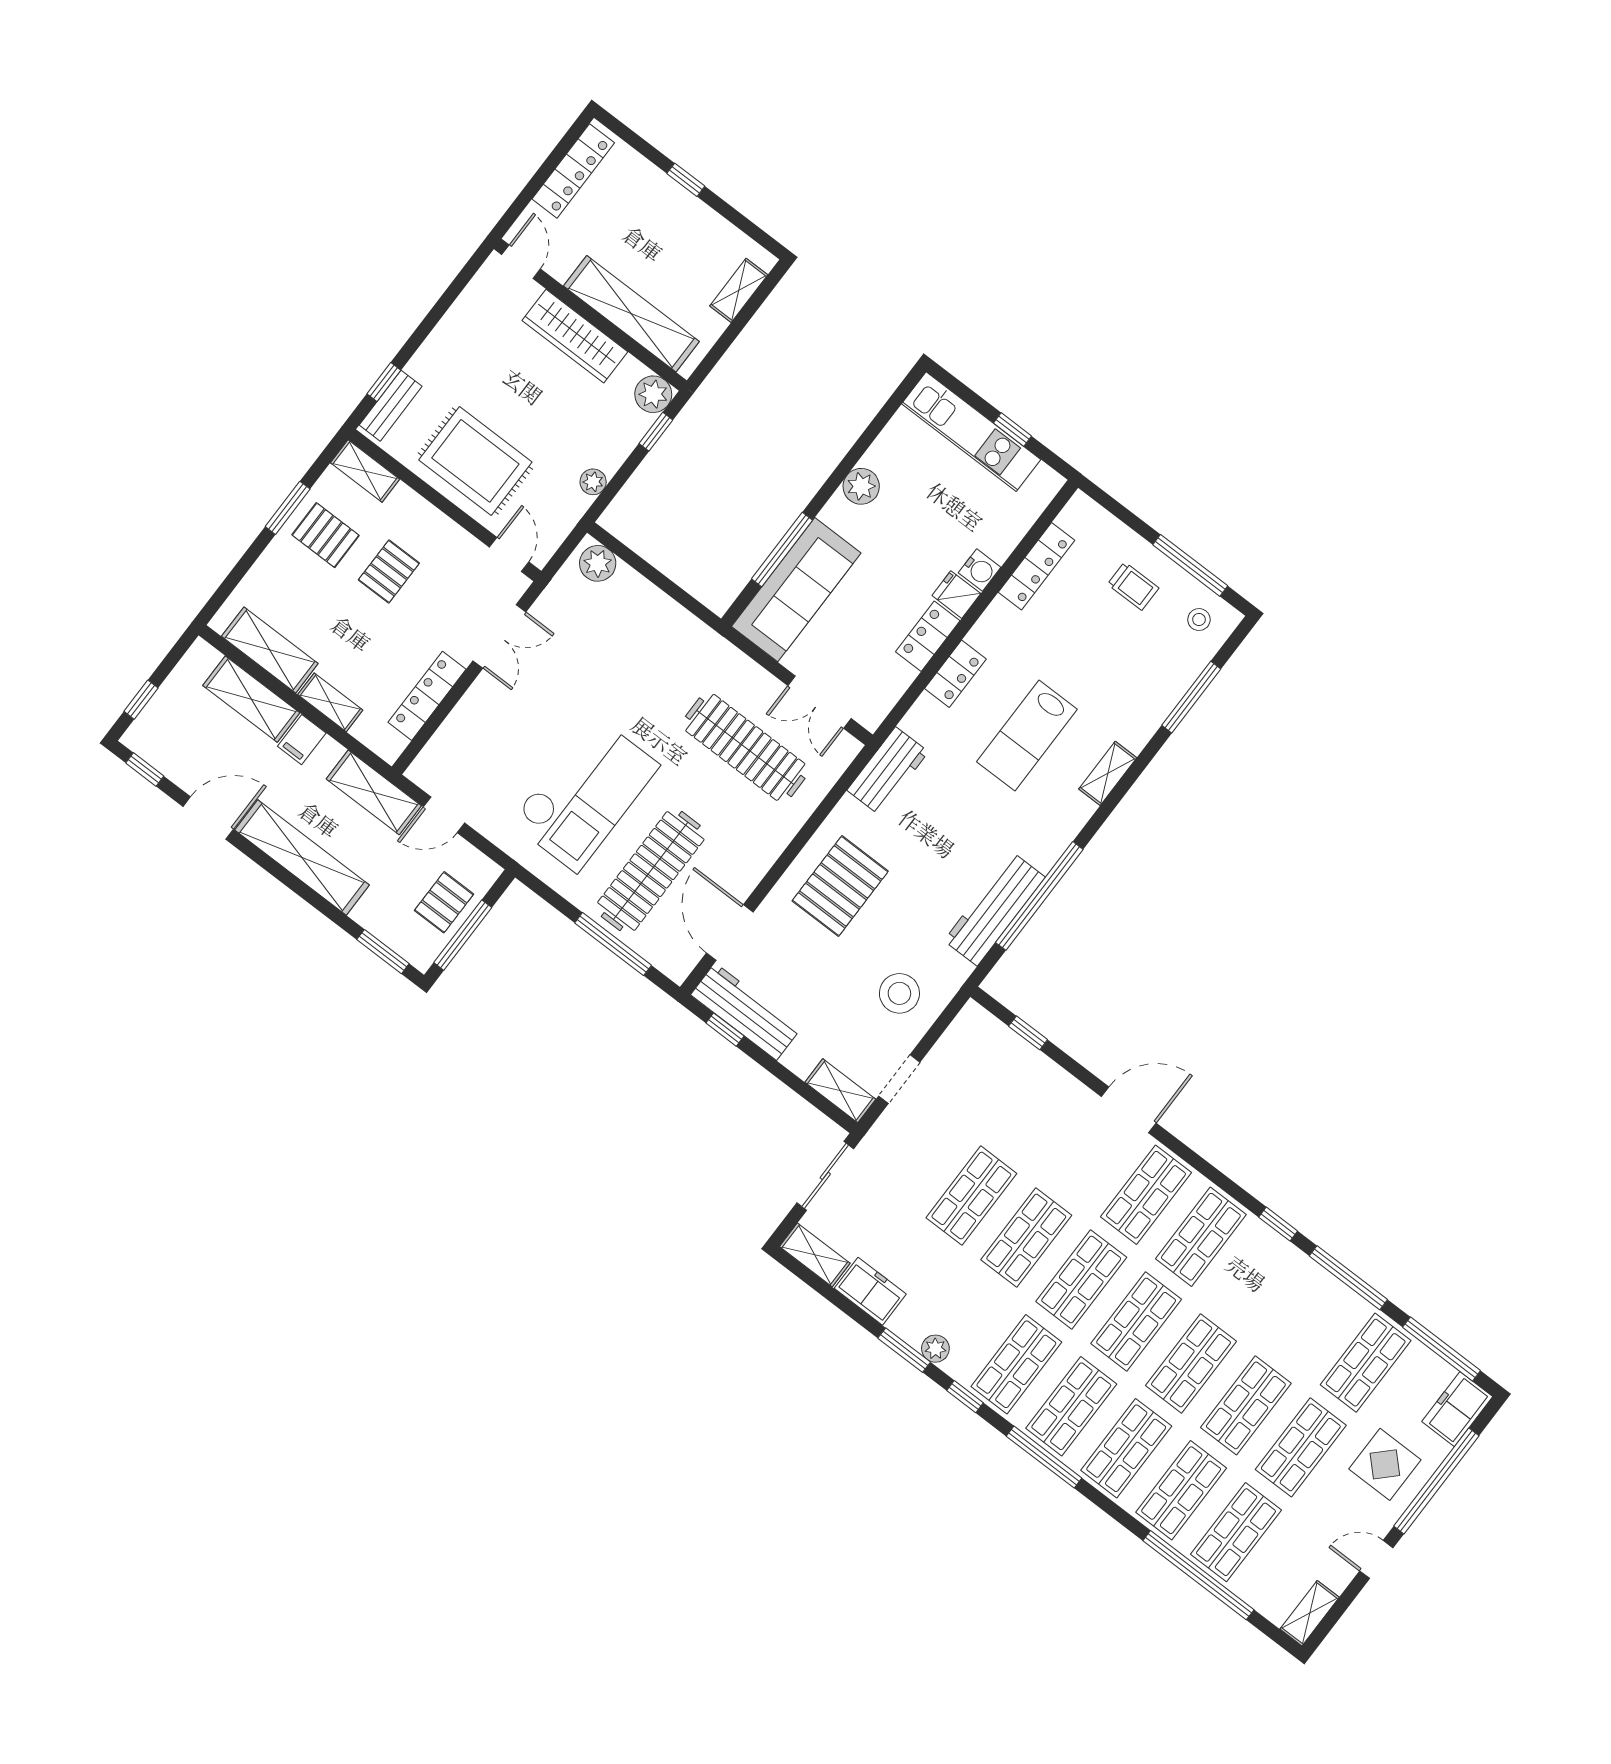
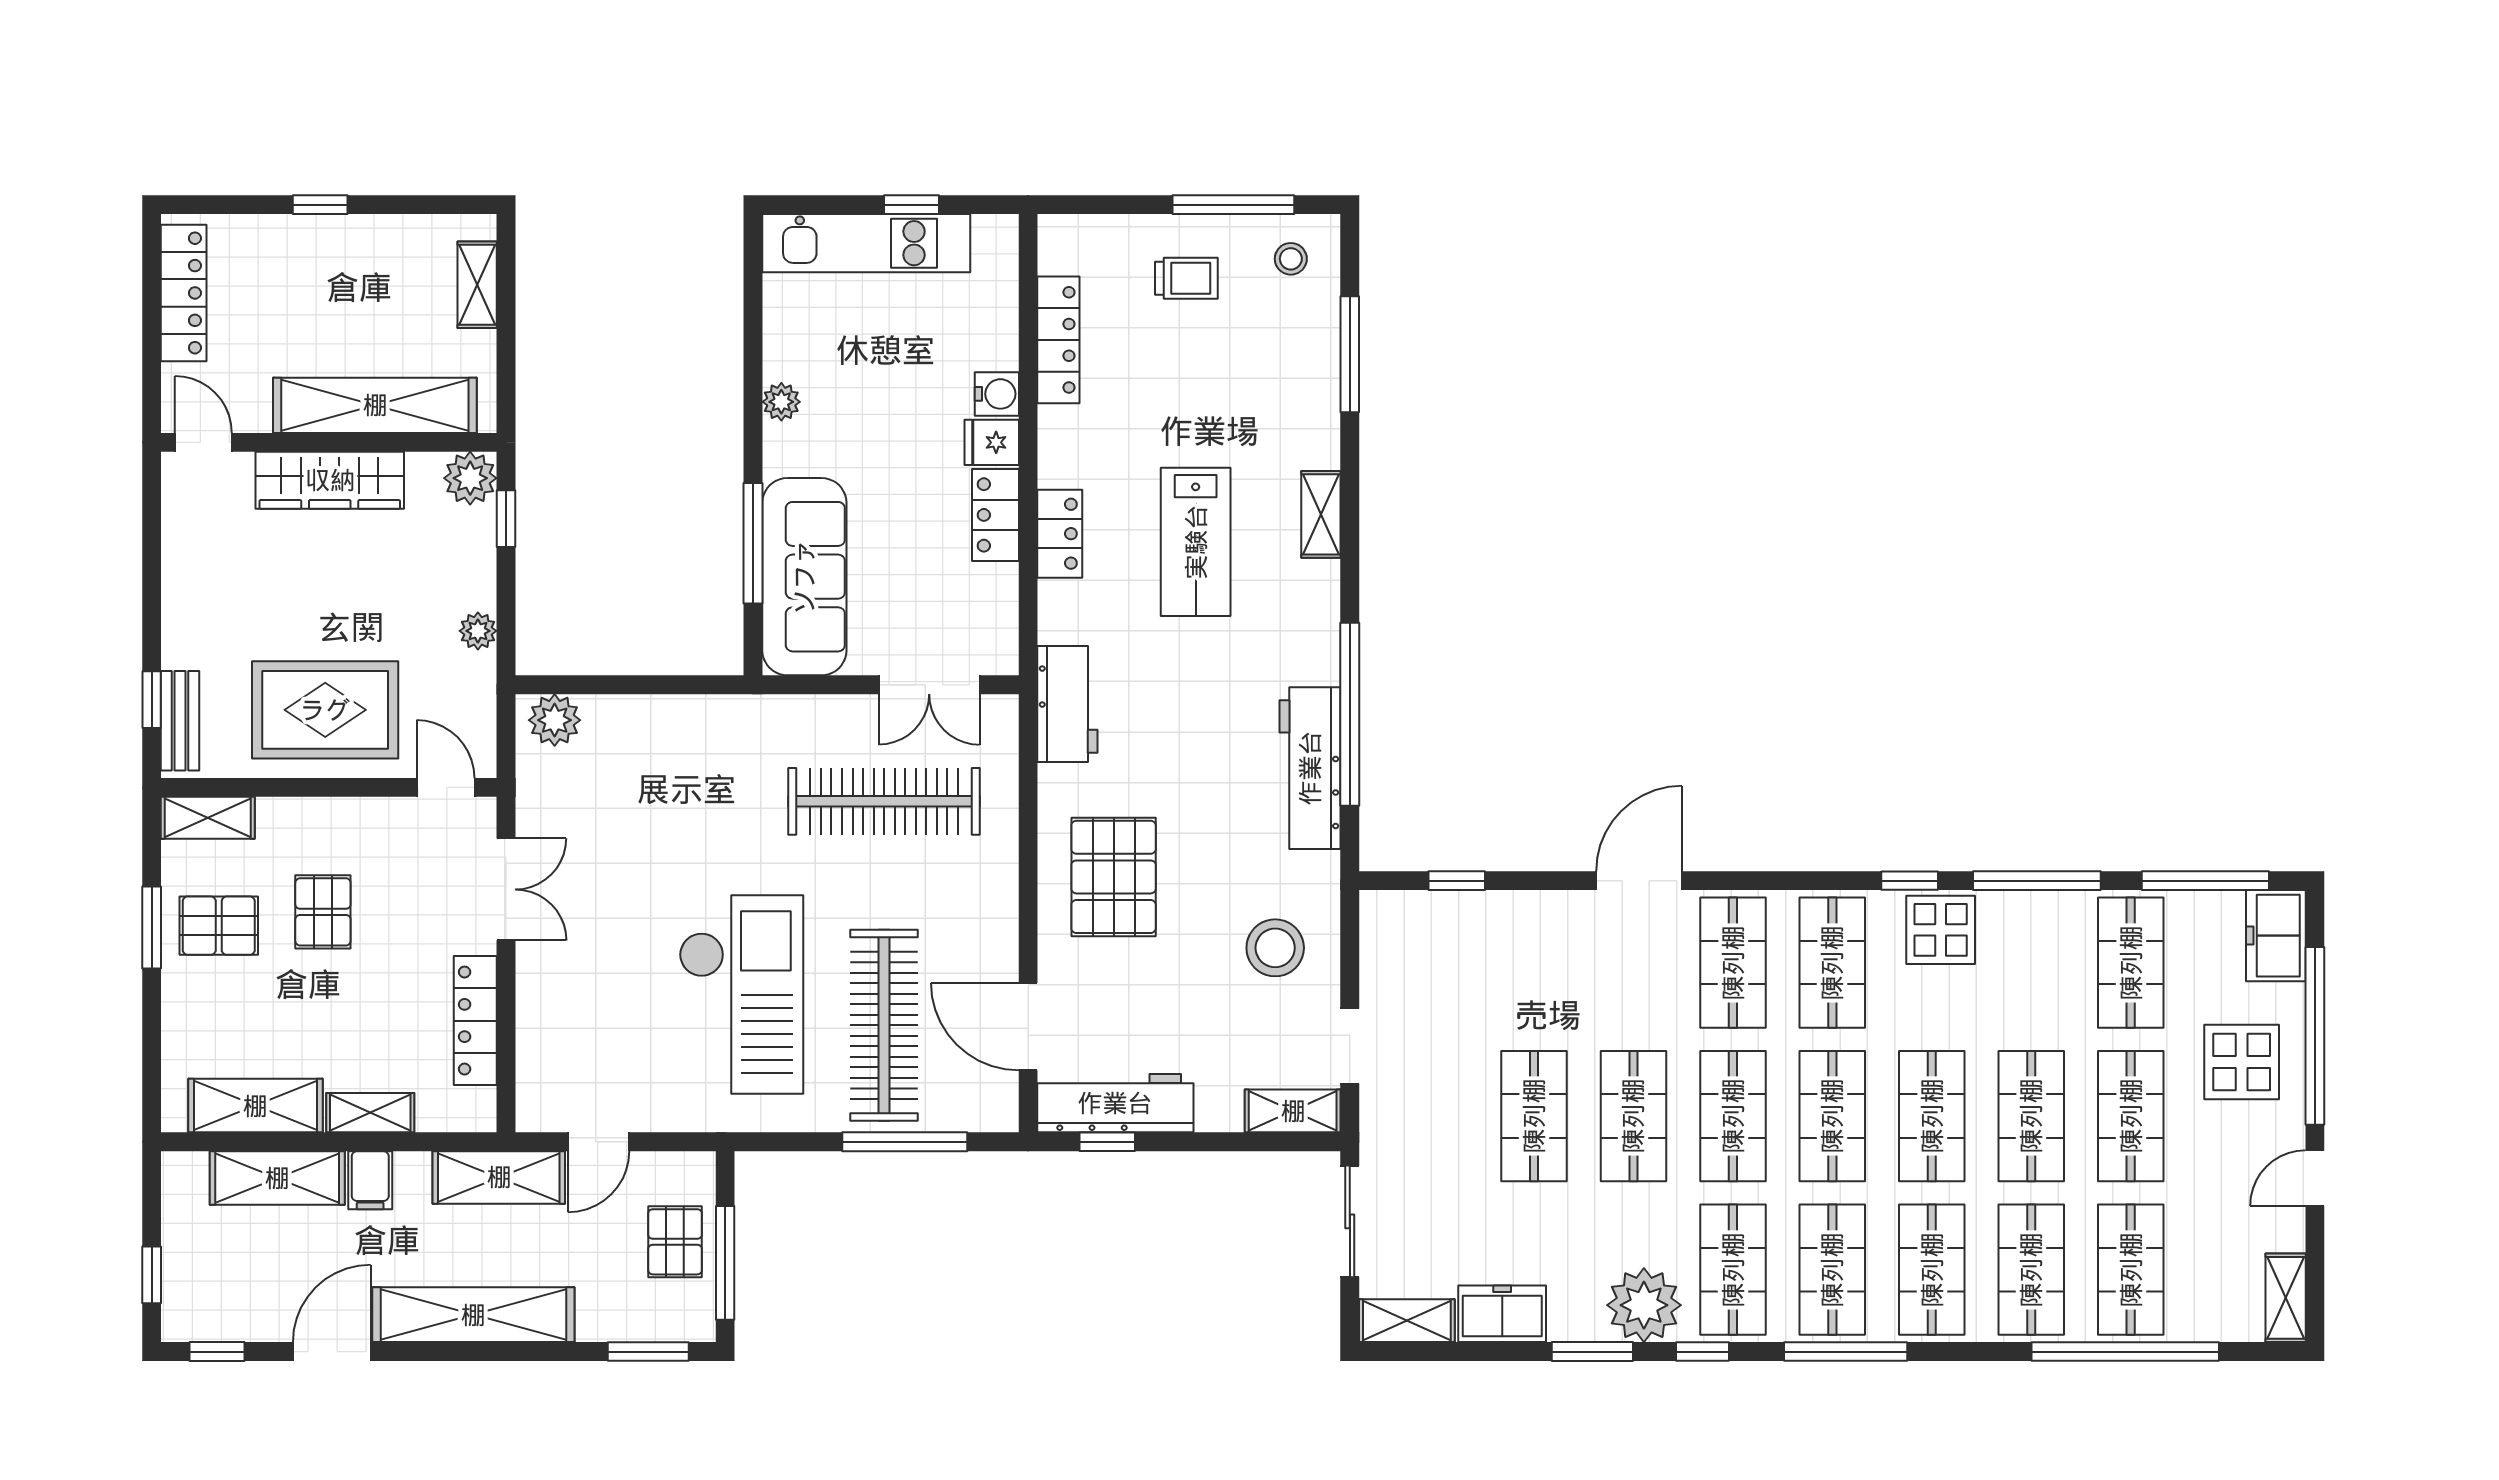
plant: (861, 486) -> (781, 402), width x0.73, depth x0.73
display table: (1274, 1264) -> (1941, 930), added
plant: (935, 1349) -> (1644, 1305), width x1.87, depth x1.87

